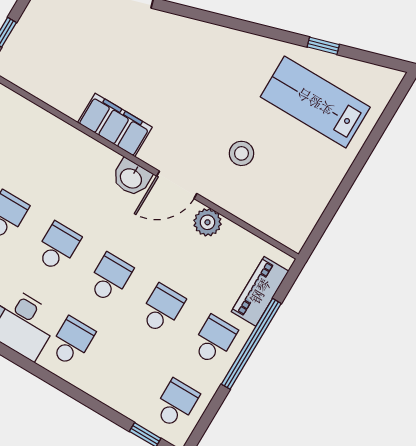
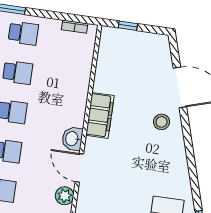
stool: (241, 153) -> (162, 122), moved

